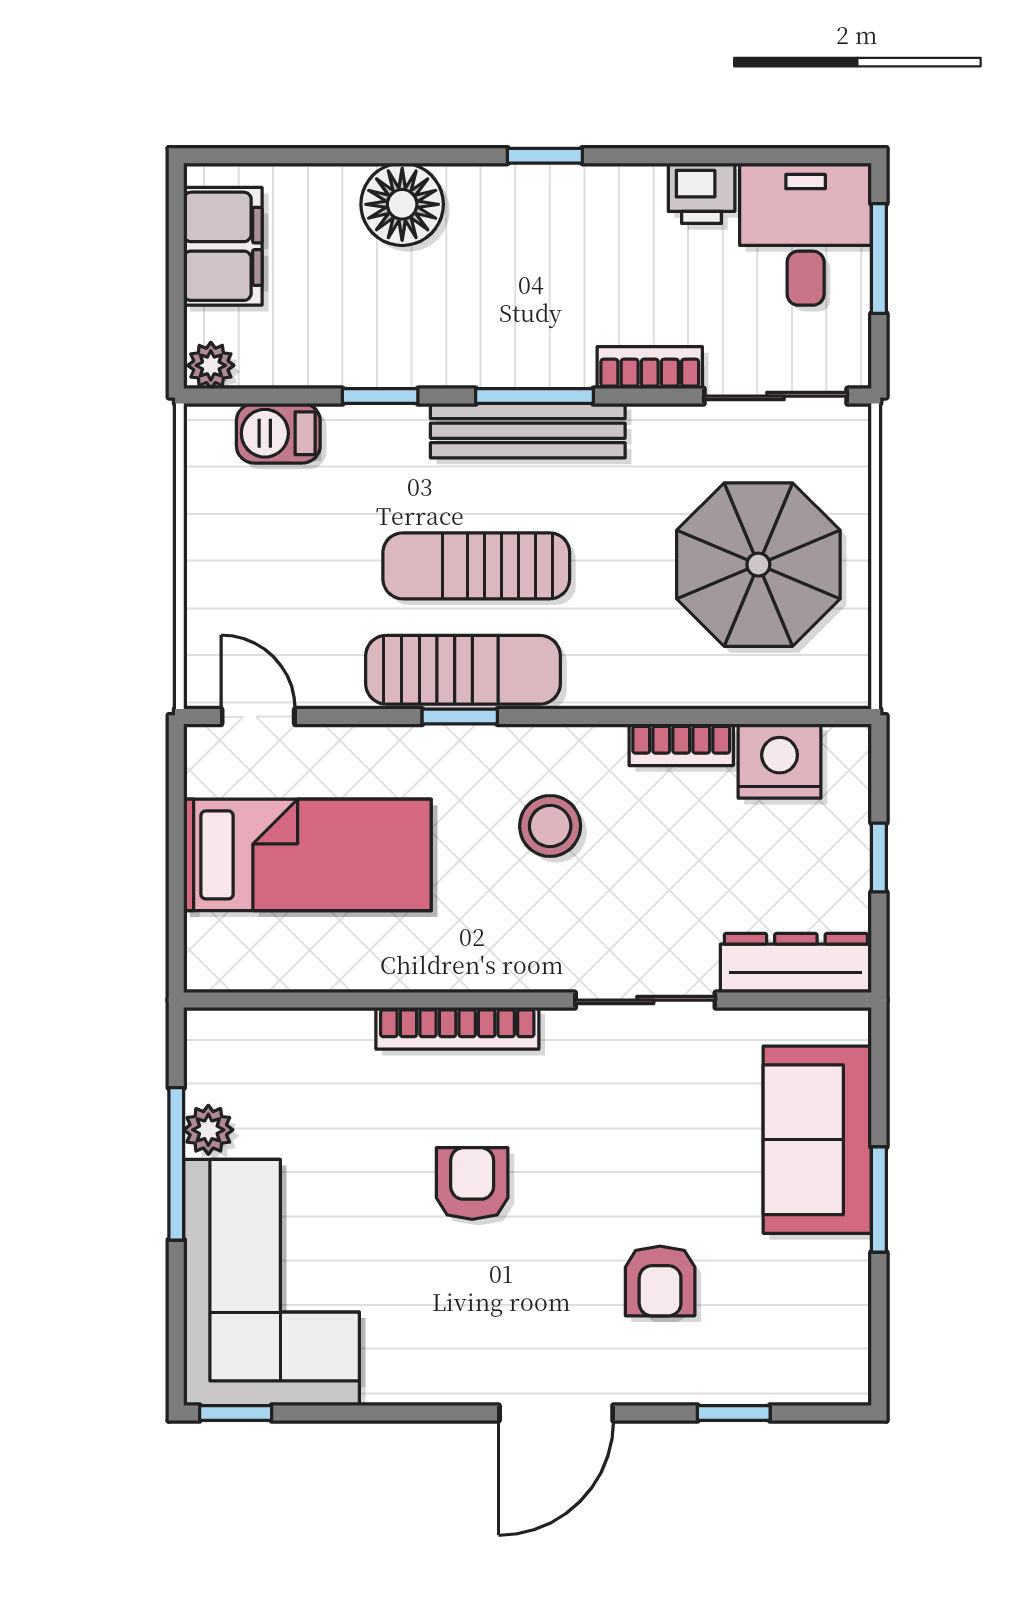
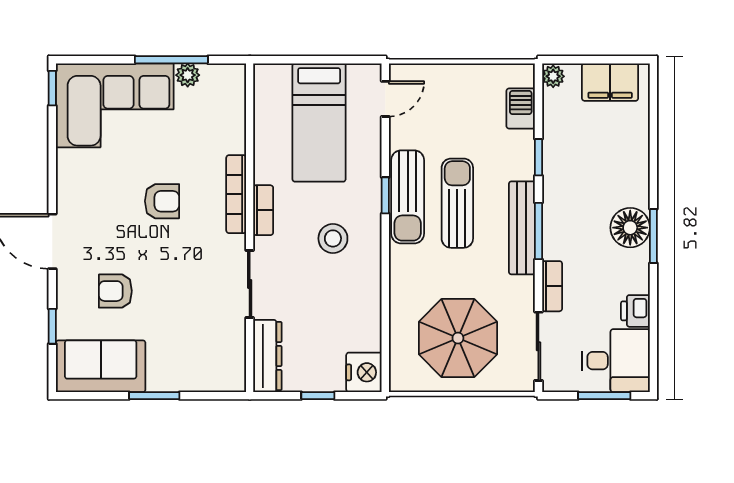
window: (545, 156) -> (653, 236), width x1.50
floor lamp: (402, 204) -> (630, 228), moved
bookcase: (681, 745) -> (263, 210), moved, turned 180
nightstand: (780, 761) -> (364, 372), moved
sofa: (817, 1140) -> (101, 366), moved

